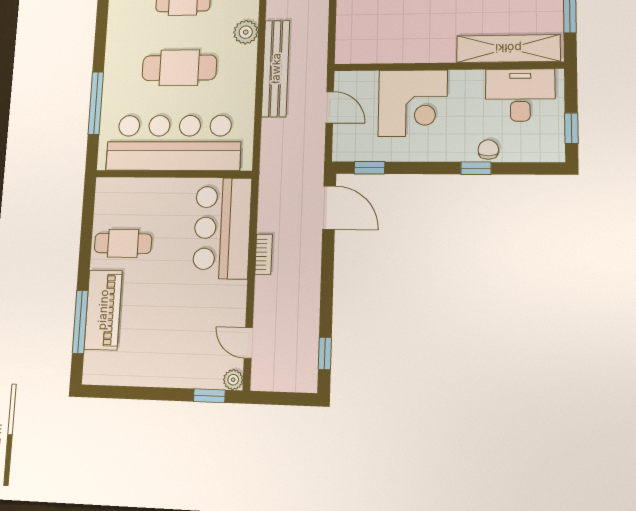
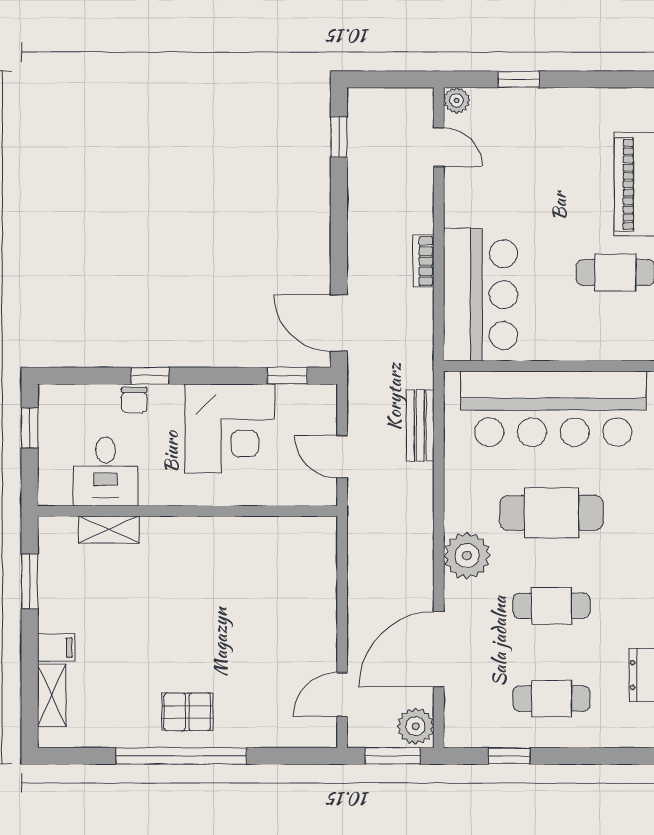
plant: (246, 32) -> (467, 556), width x1.36, depth x1.36
shelving: (508, 48) -> (109, 529), width x0.45, depth x0.75
bench: (276, 68) -> (420, 426), moved, width x0.54, depth x0.82
desk: (520, 95) -> (106, 472), width x0.73
corner desk: (413, 103) -> (230, 428), moved, turned 180
window: (209, 396) -> (519, 79), moved

